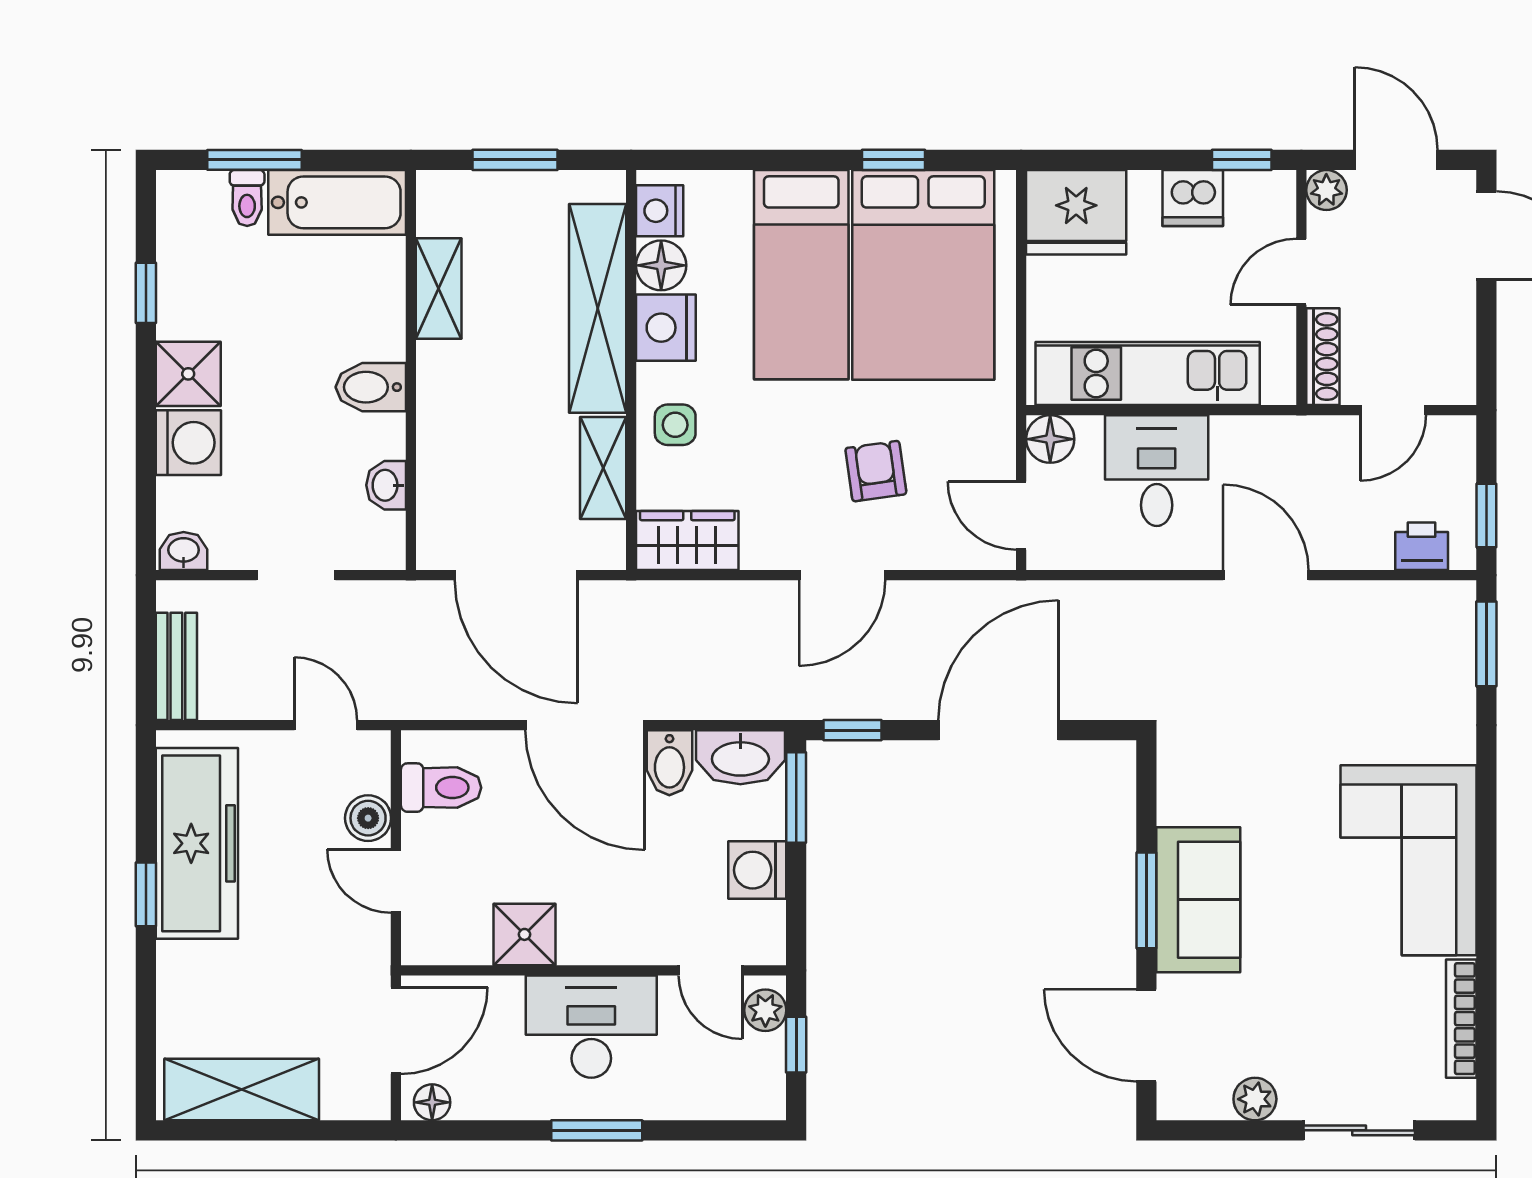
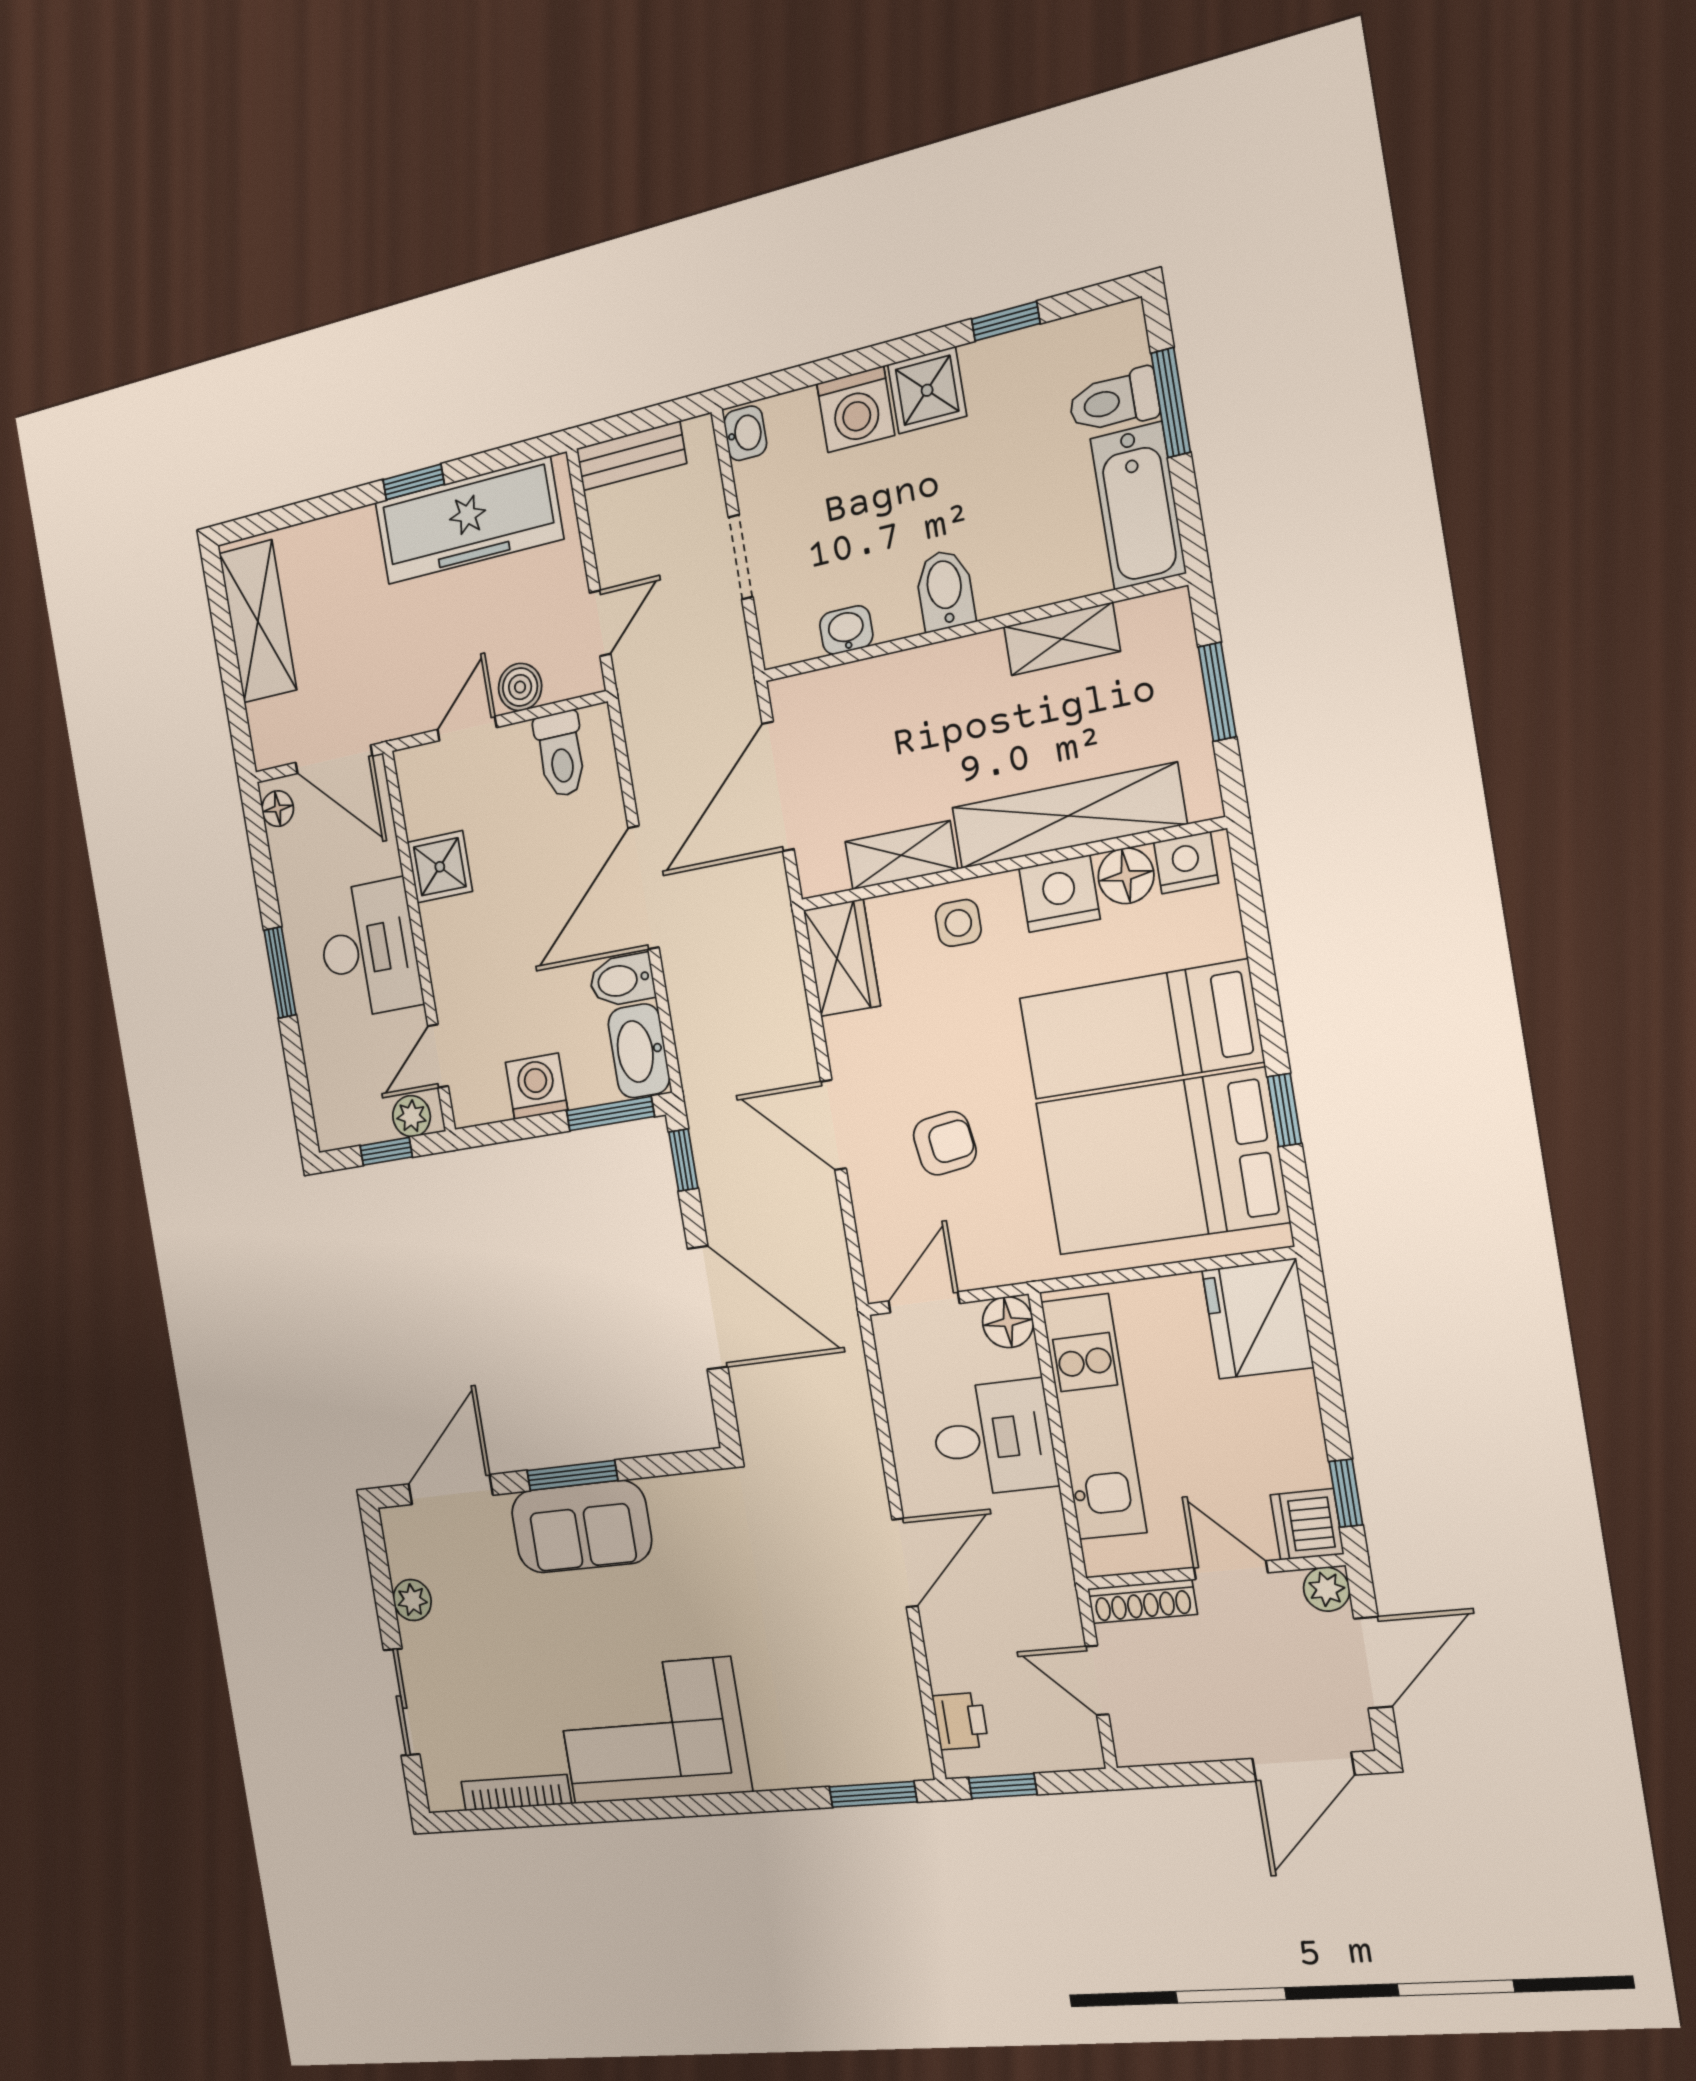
toilet: (247, 198) -> (1114, 401), width x1.37, depth x1.39
dishwasher: (1193, 198) -> (1307, 1524), moved

